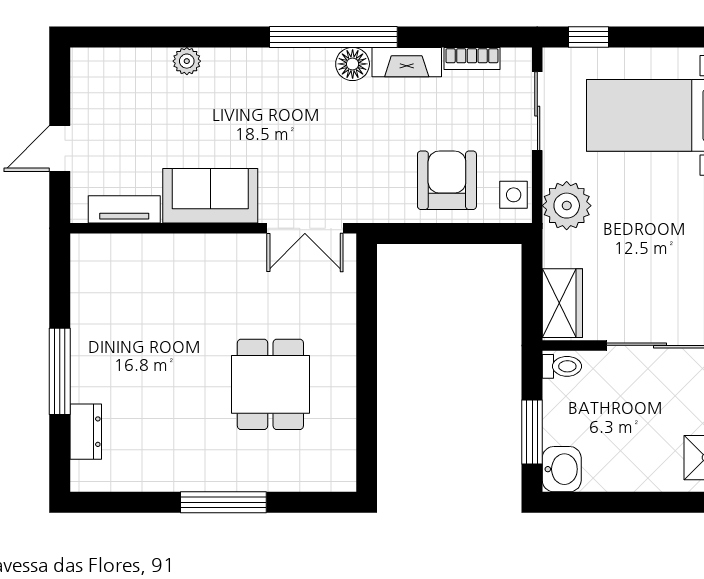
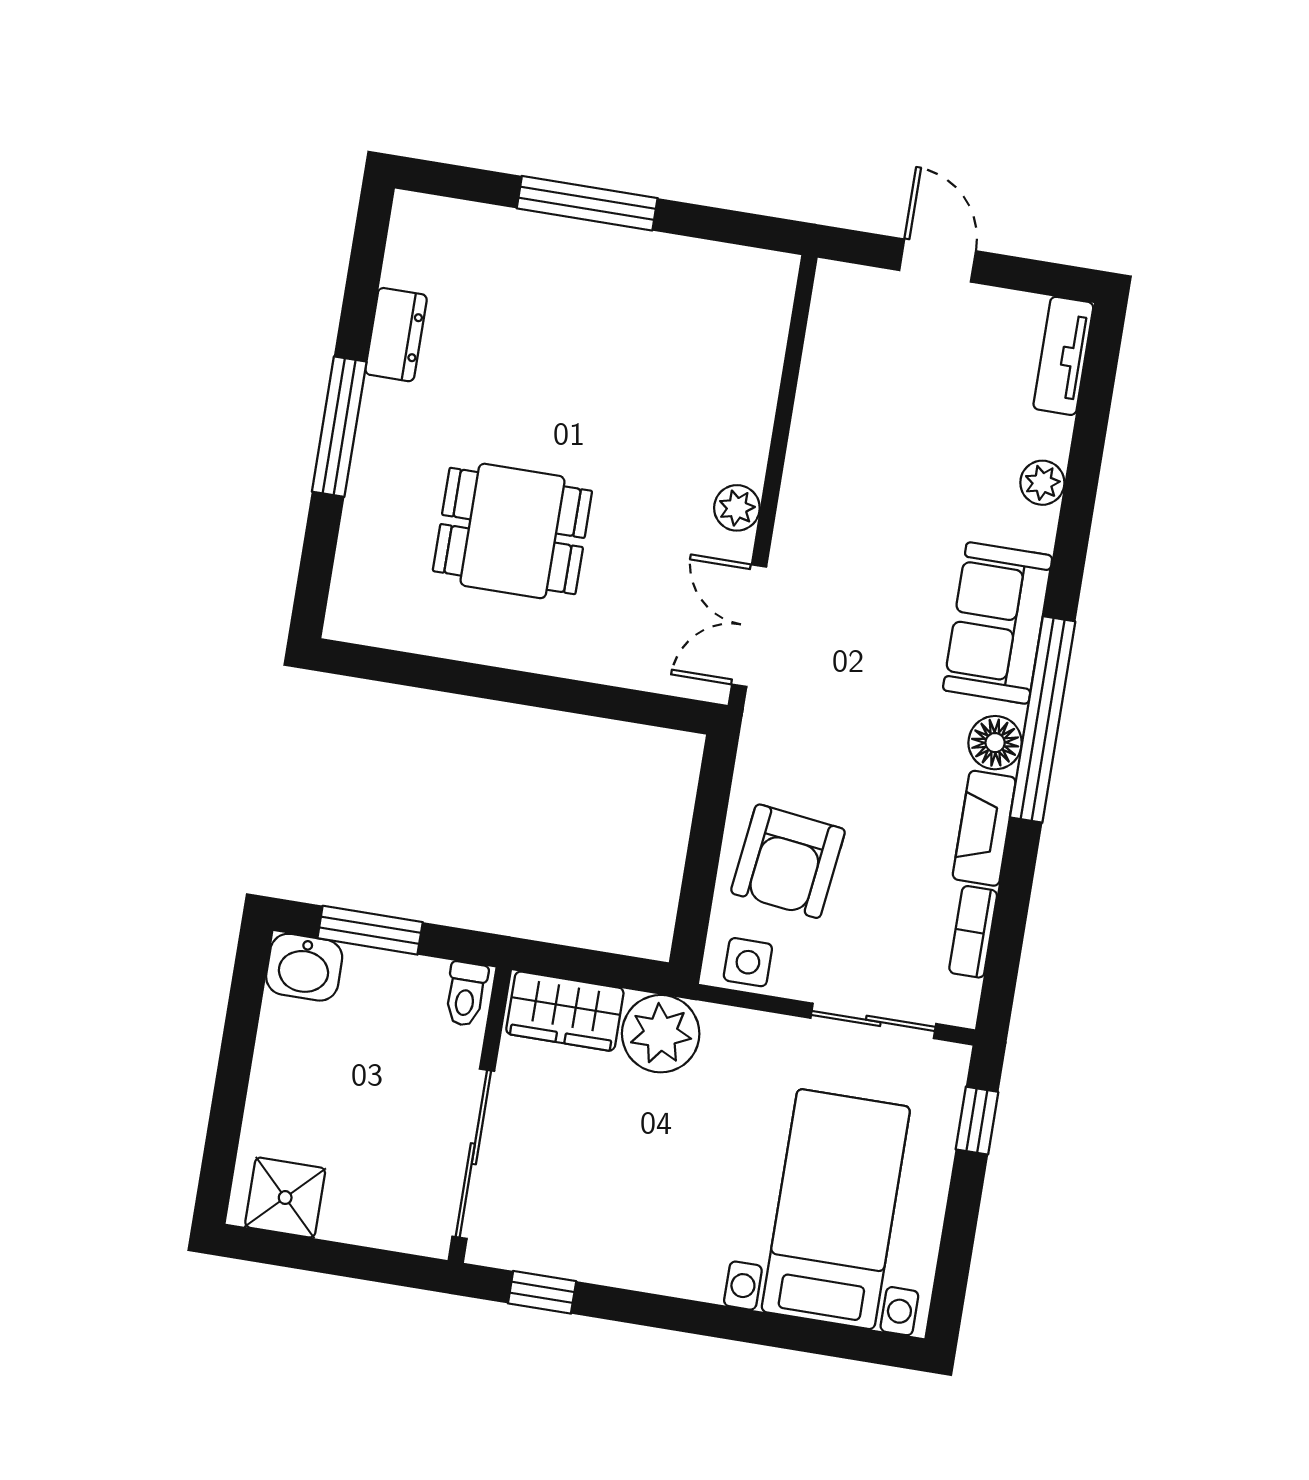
armchair: (447, 180) -> (788, 861), turned 97
sofa: (210, 196) -> (998, 623), moved, turned 180
plant: (567, 206) -> (661, 1034), moved
tv unit: (124, 209) -> (1063, 356), moved, turned 180
plant: (233, 248) -> (737, 508), added
dresser: (86, 432) -> (396, 335), moved, turned -90

